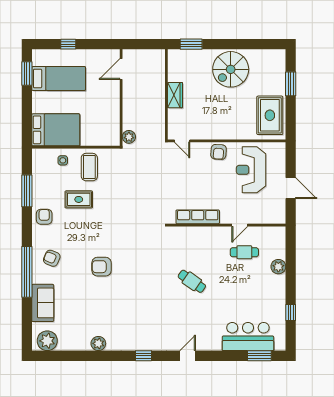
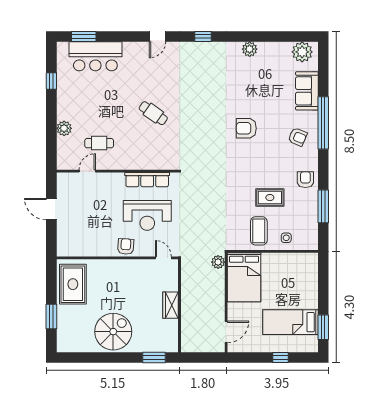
bed: (56, 130) -> (244, 277), moved, turned -90
reception desk: (251, 170) -> (147, 215), moved, turned 90
armchair: (44, 217) -> (305, 180), turned 180
door: (240, 225) -> (87, 171), moved
armchair: (102, 267) -> (246, 128), turned 180

